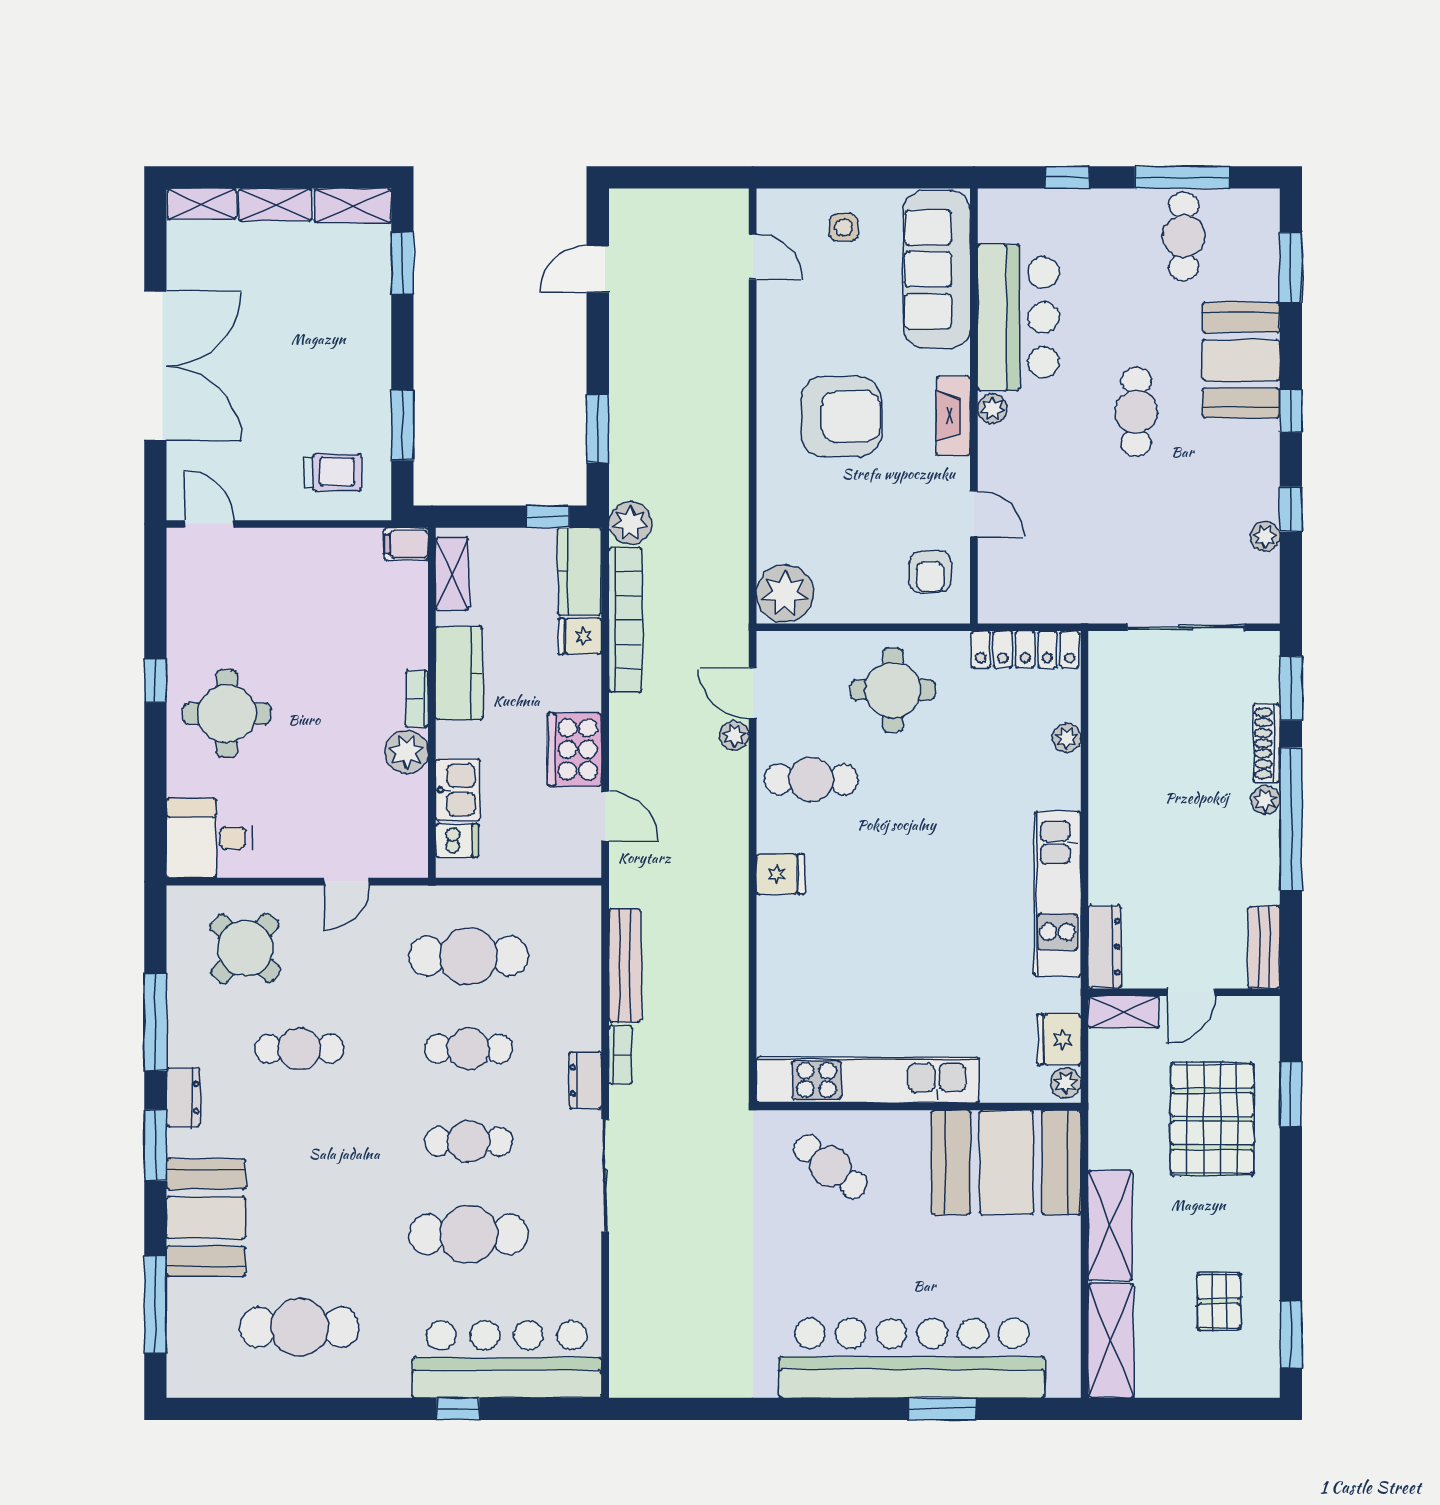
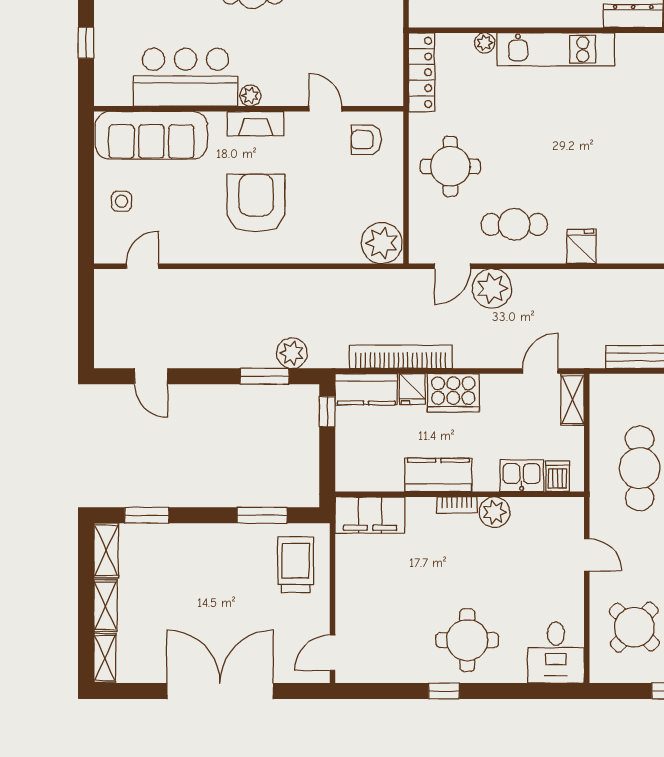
trolley: (333, 472) -> (296, 565), width x1.36, depth x1.39
door: (974, 514) -> (325, 109), hinge flipped
plant: (630, 523) -> (292, 353), moved
filing cabinet: (406, 544) -> (370, 515), width x3.00, depth x1.17
armchair: (930, 572) -> (366, 140), turned 180
shelving: (452, 574) -> (573, 400), moved, turned 90
plant: (734, 736) -> (492, 288), width x1.88, depth x1.88
cooker: (575, 750) -> (453, 393), moved
cafe table: (811, 780) -> (514, 224), turned 90
kitchen unit: (1057, 894) -> (556, 49), moved

